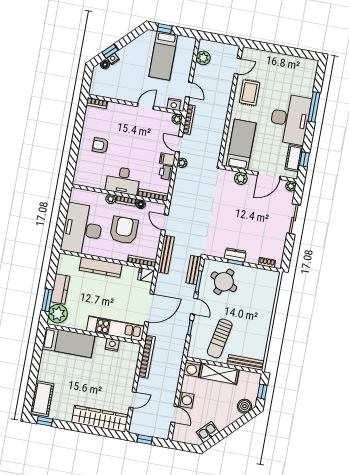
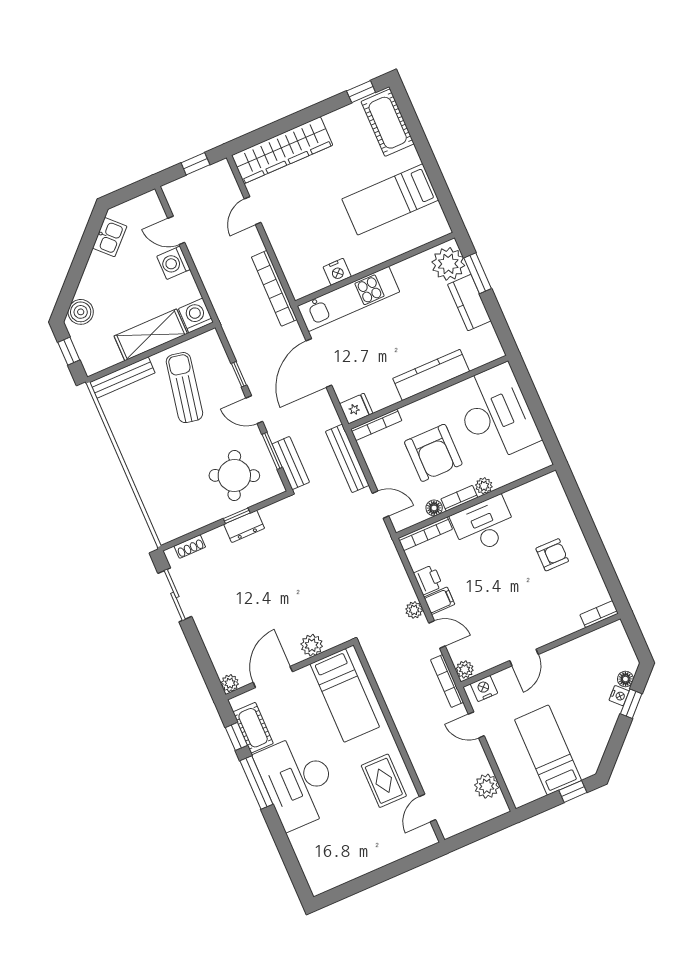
window: (314, 107) -> (256, 782), moved
sliding door: (294, 219) -> (175, 595), moved
bed: (68, 342) -> (390, 199), moved

